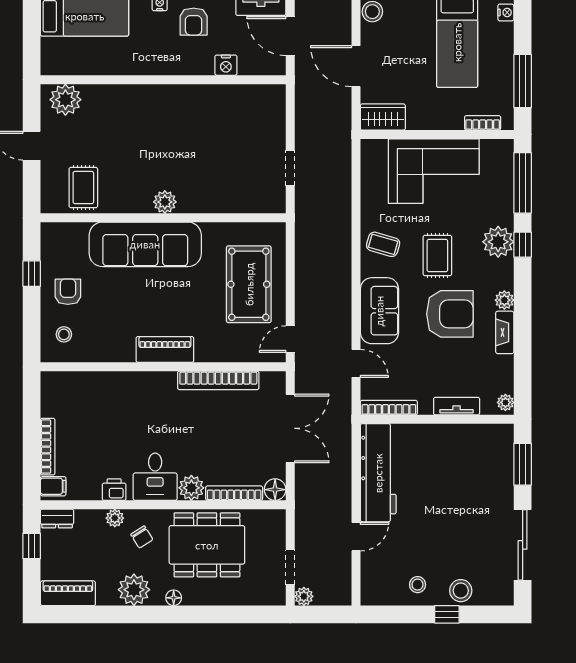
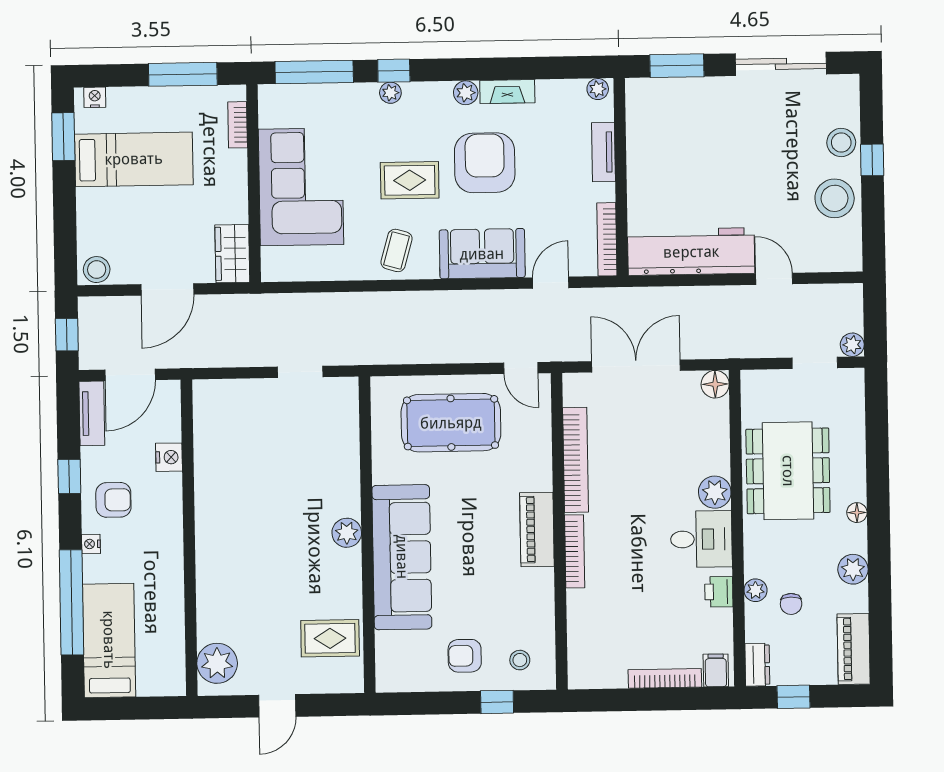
plant: (498, 242) -> (390, 93), width x0.53, depth x0.53
window: (32, 274) -> (497, 702), moved
bookcase: (234, 493) -> (575, 551), moved, turned 180
chair: (142, 537) -> (791, 604), moved, turned 122
stool: (418, 585) -> (835, 198), width x1.89, depth x1.89
plant: (134, 590) -> (853, 569), width x0.73, depth x0.73

